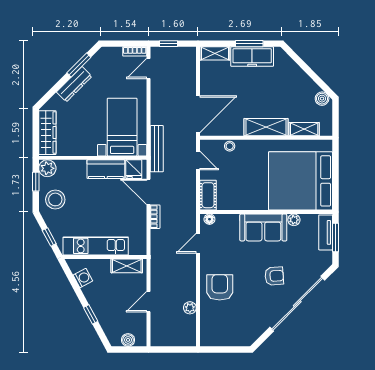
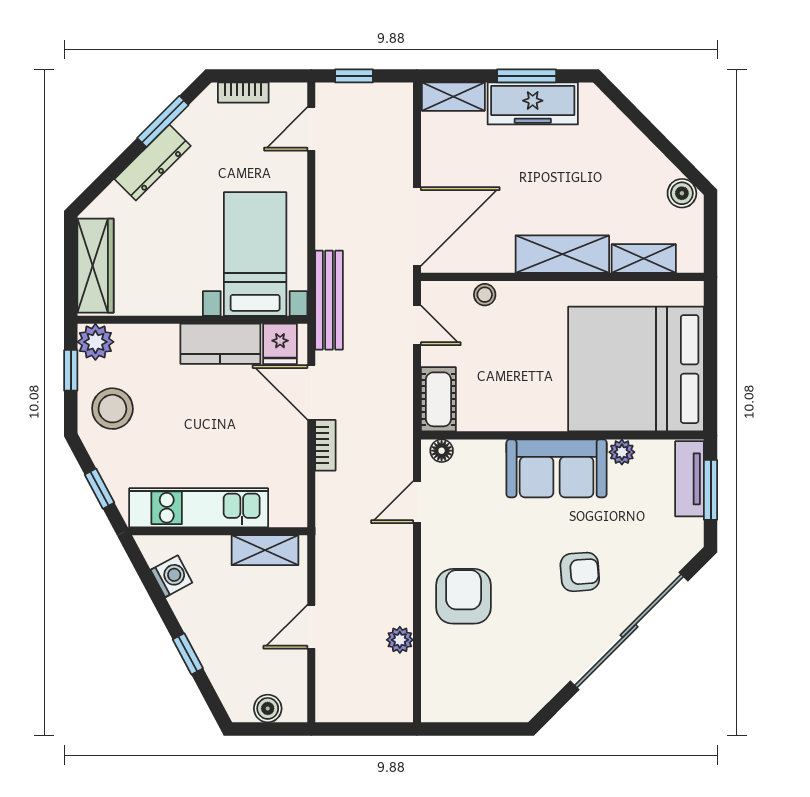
bookcase: (135, 51) -> (243, 93), moved

